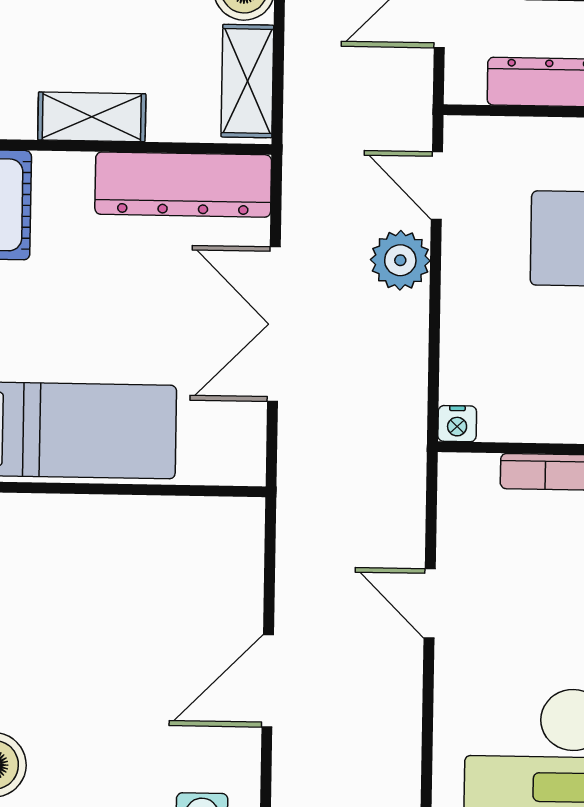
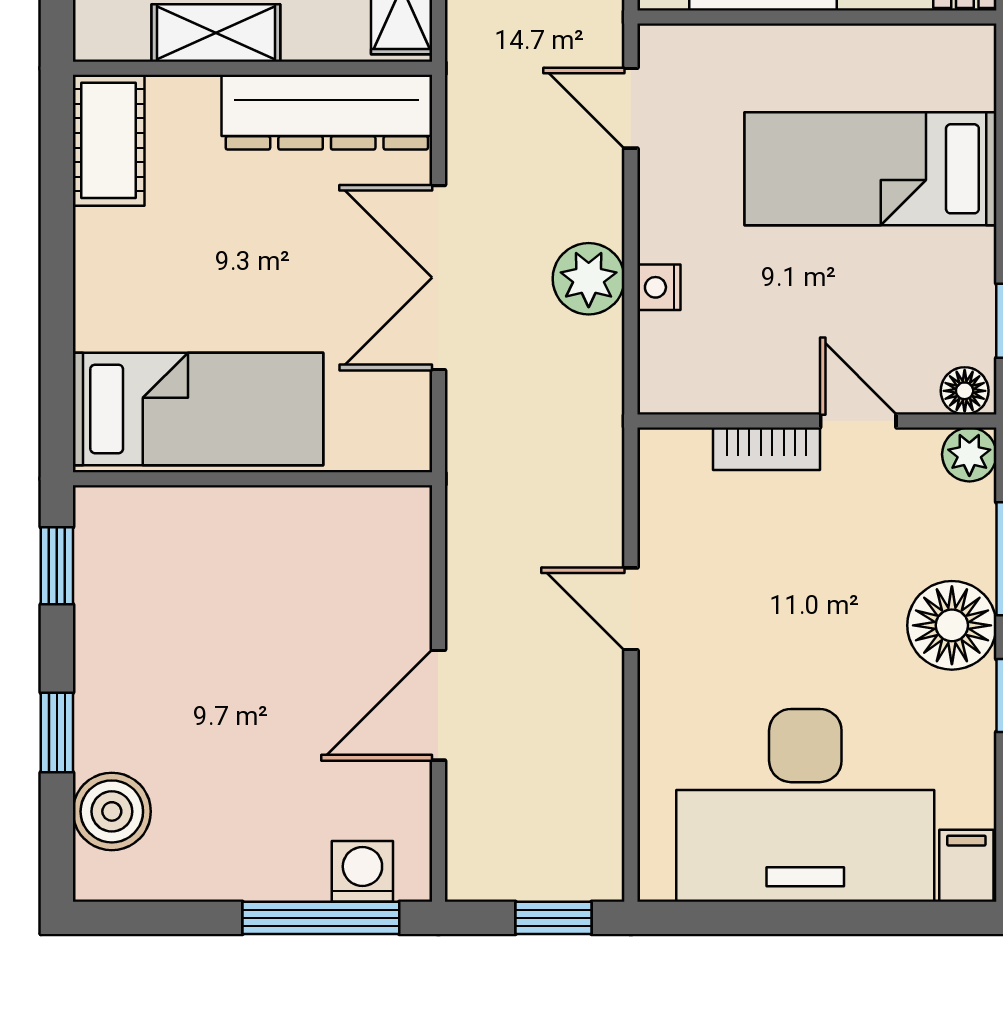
plant: (400, 260) -> (589, 279), moved
nightstand: (457, 424) -> (659, 287), moved, turned 90

